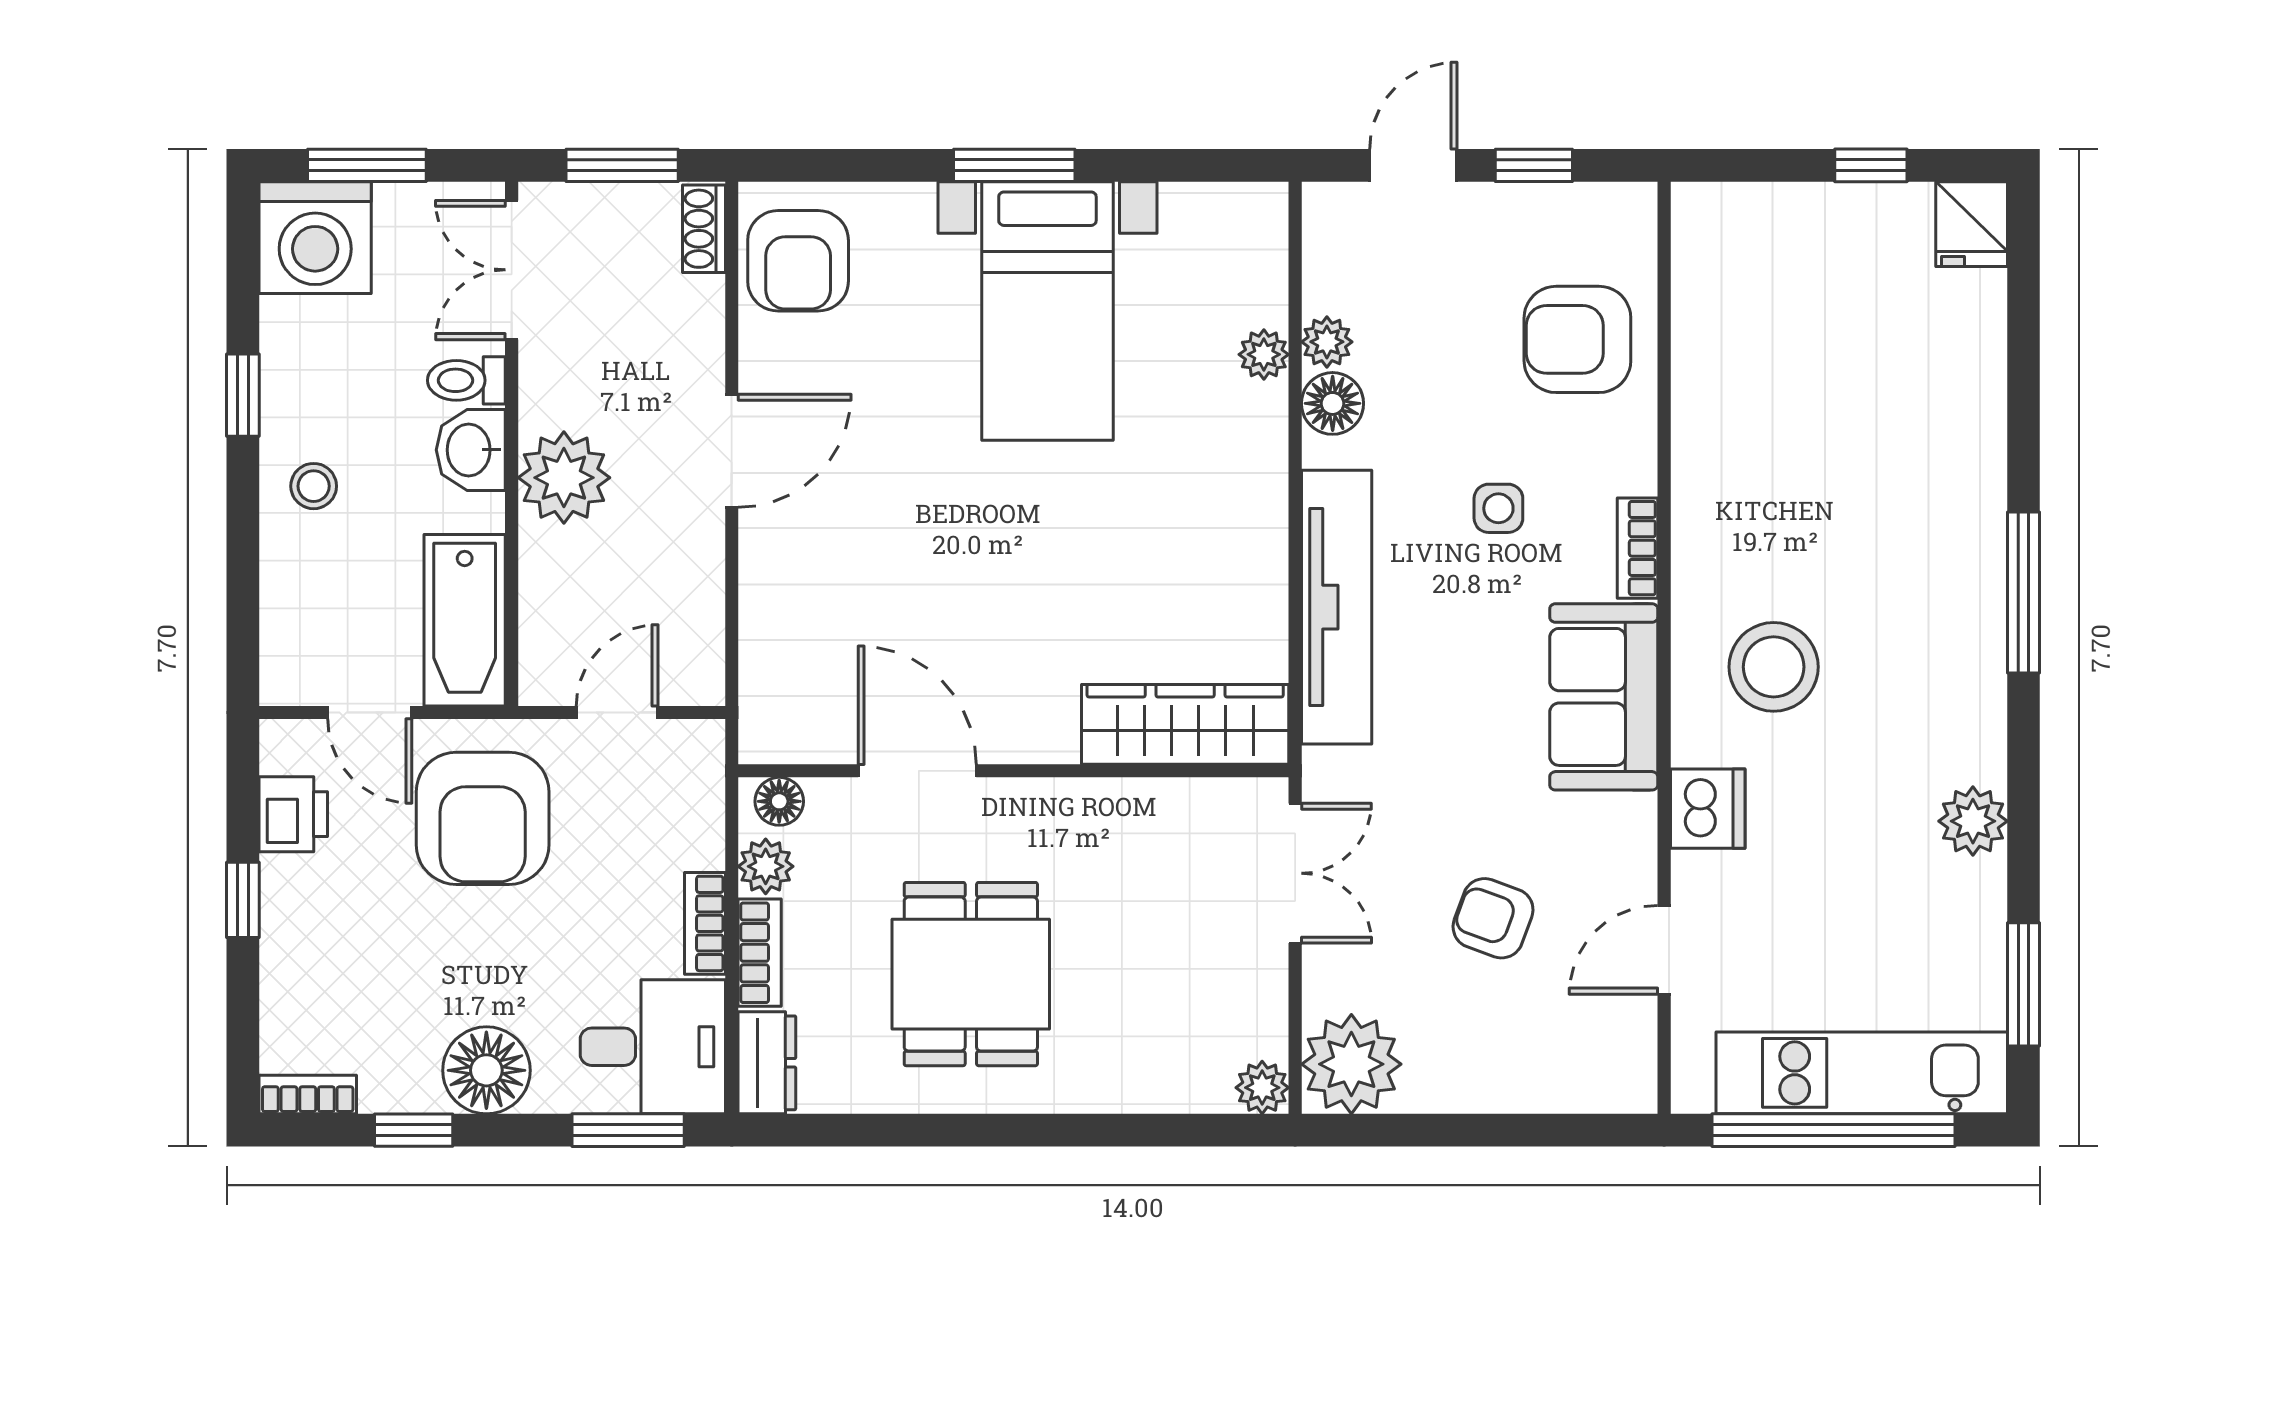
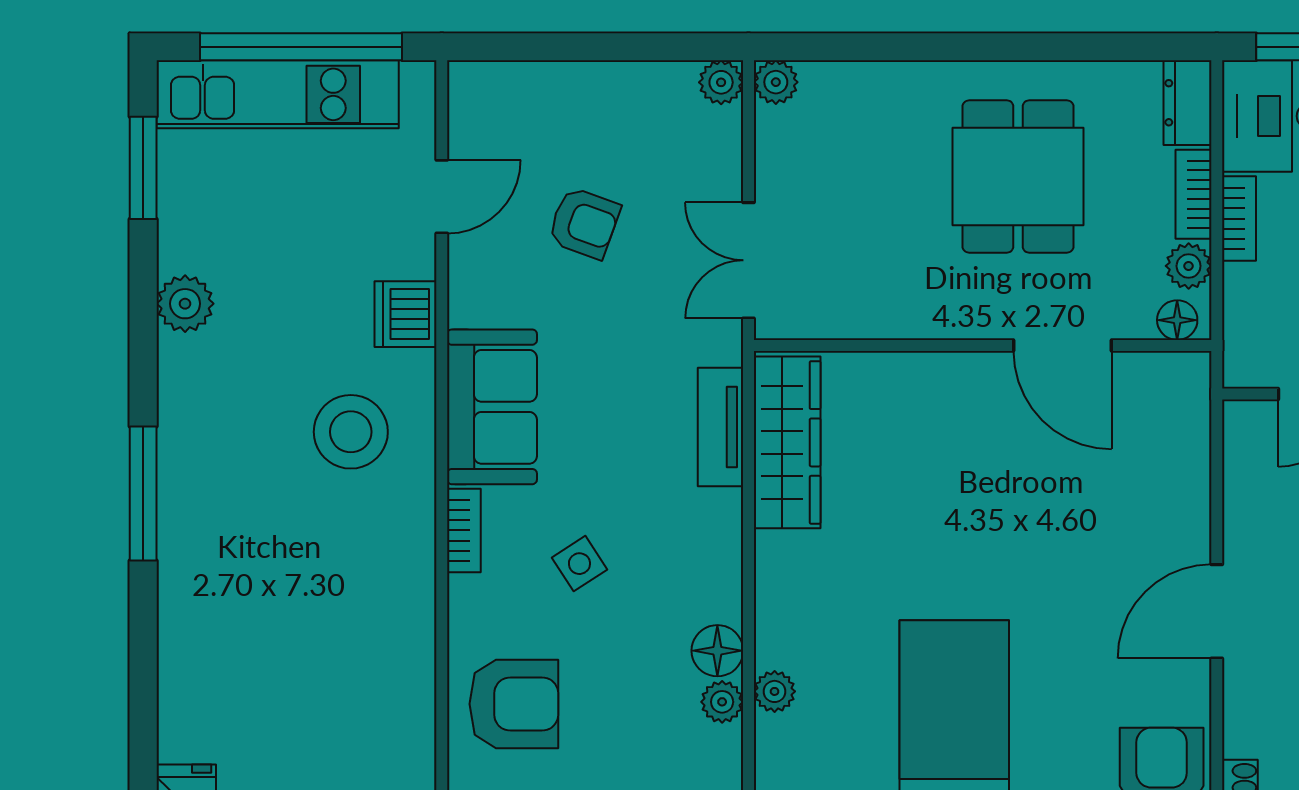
side table: (1498, 508) -> (579, 564), turned -33
tv unit: (1337, 607) -> (720, 427), width x0.52, depth x0.78
wardrobe: (1185, 724) -> (787, 442), moved, turned -90
plant: (1351, 1064) -> (721, 82), width x0.53, depth x0.53

